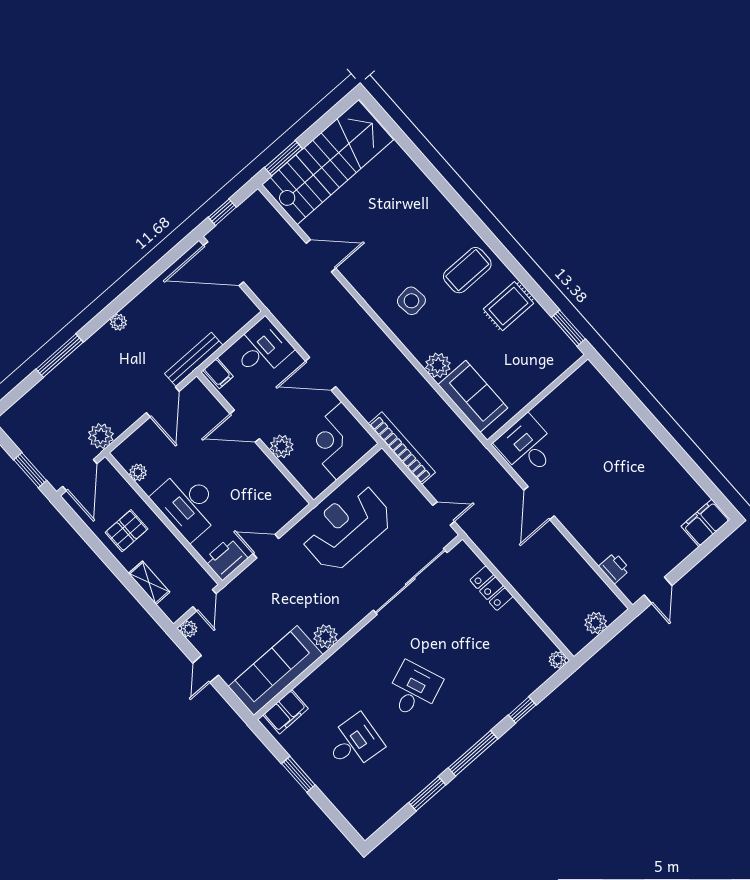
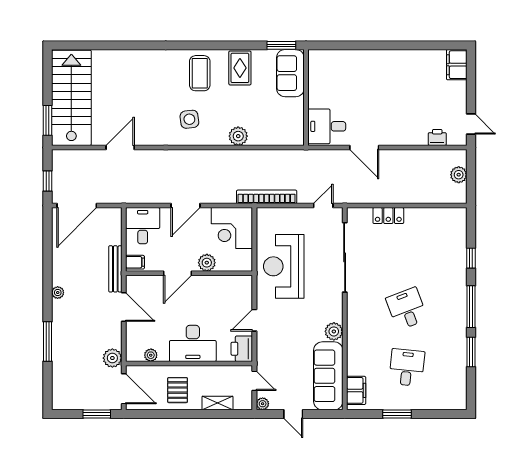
sofa: (473, 396) -> (290, 73), moved, turned -90
plant: (558, 660) -> (460, 214), removed

